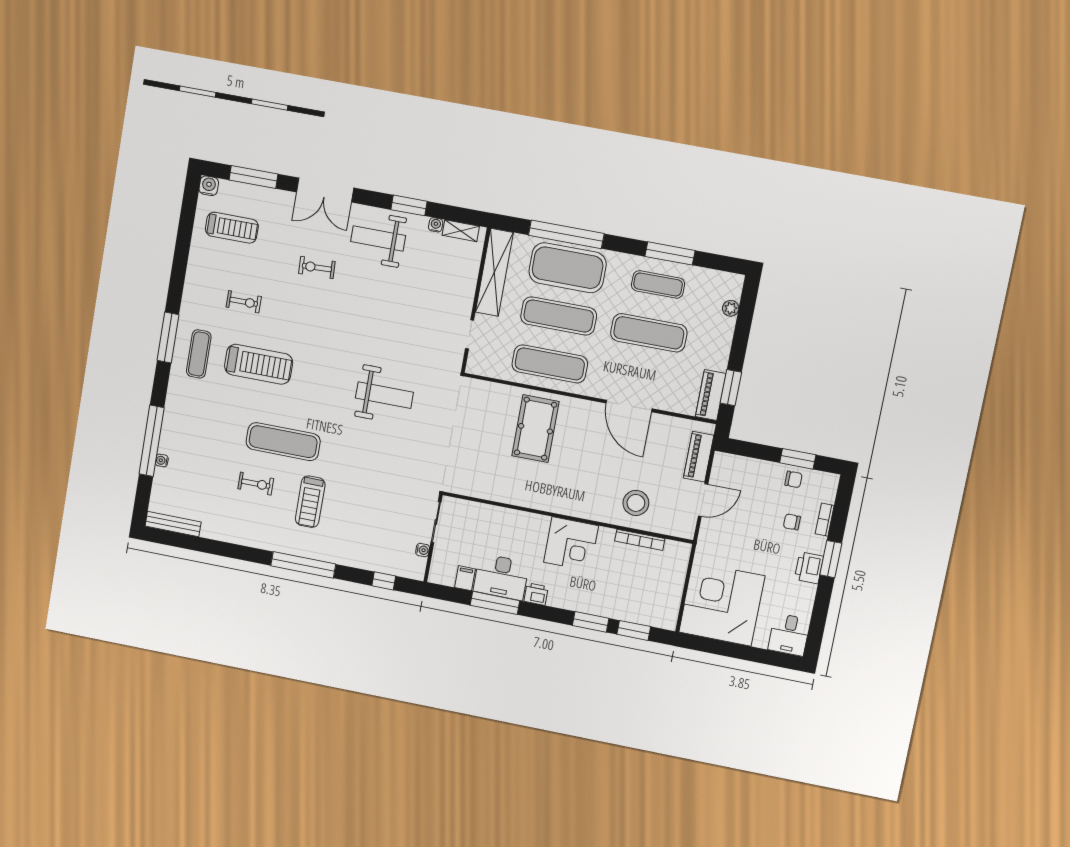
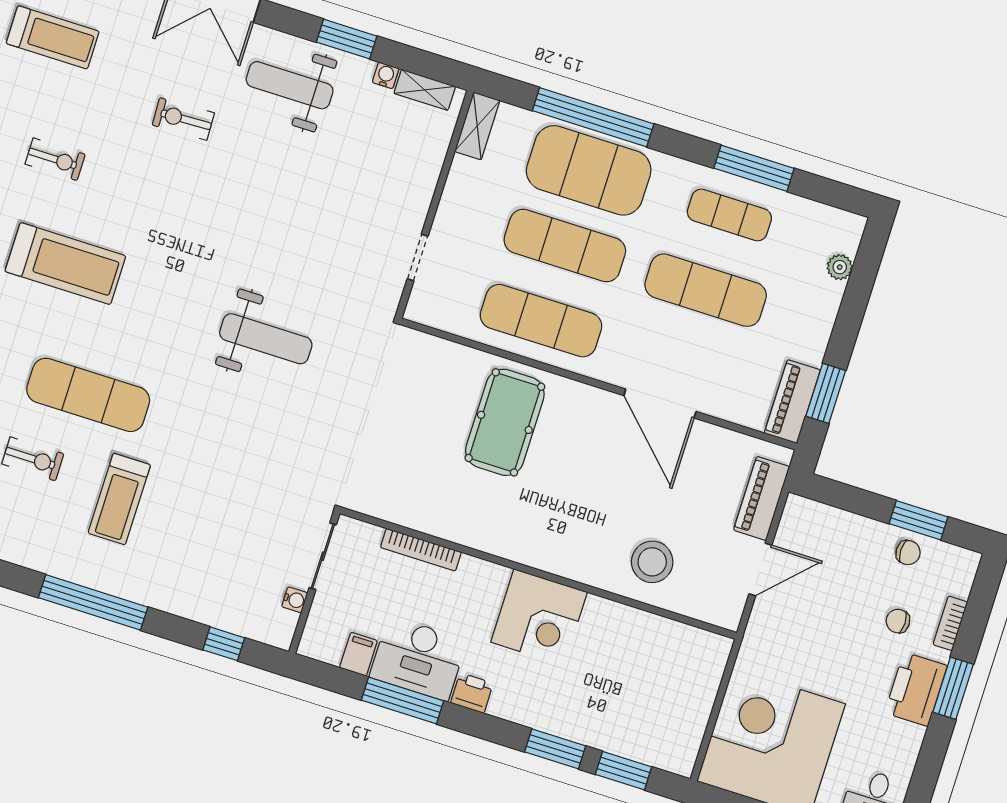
shelving: (494, 272) -> (477, 126), width x0.45, depth x0.75
bookcase: (640, 540) -> (421, 550), moved
printer: (809, 568) -> (916, 689), width x1.37, depth x1.19

